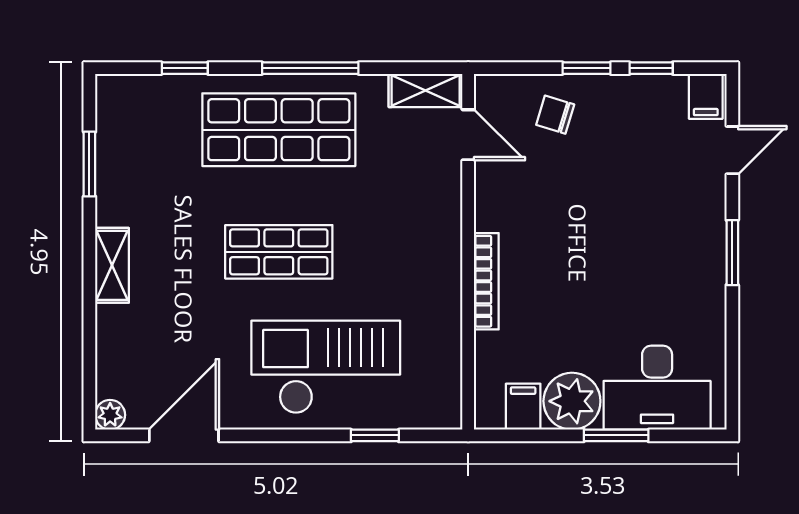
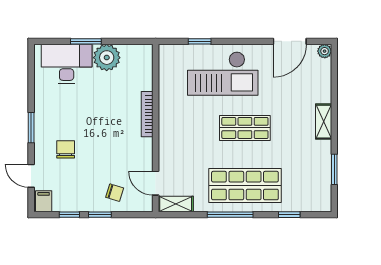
door: (732, 150) -> (31, 176), hinge flipped
chair: (659, 207) -> (66, 149), added
filing cabinet: (523, 407) -> (130, 55), removed

